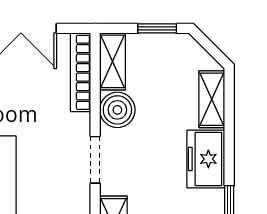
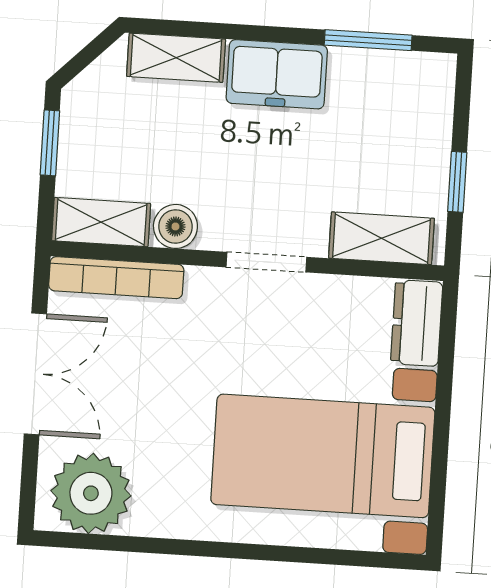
boiler: (117, 110) -> (175, 226), width x0.73, depth x0.73

